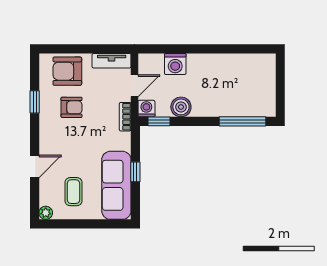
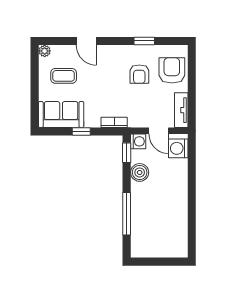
washing machine: (175, 64) -> (178, 148), moved
bookcase: (125, 117) -> (114, 122), moved
window: (243, 121) -> (127, 214), moved
sofa: (116, 185) -> (61, 114), width x0.73

